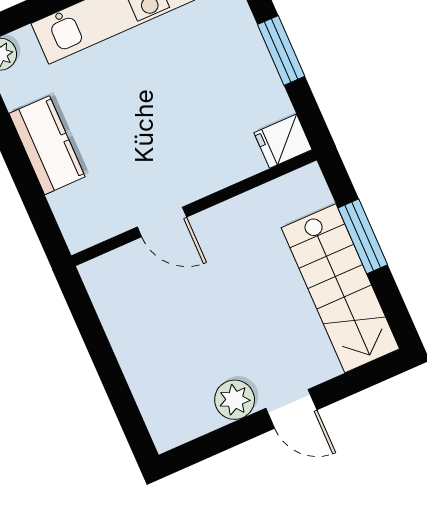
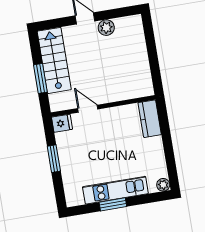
kitchen counter: (47, 145) -> (150, 119), moved
door: (162, 222) -> (88, 109), moved

